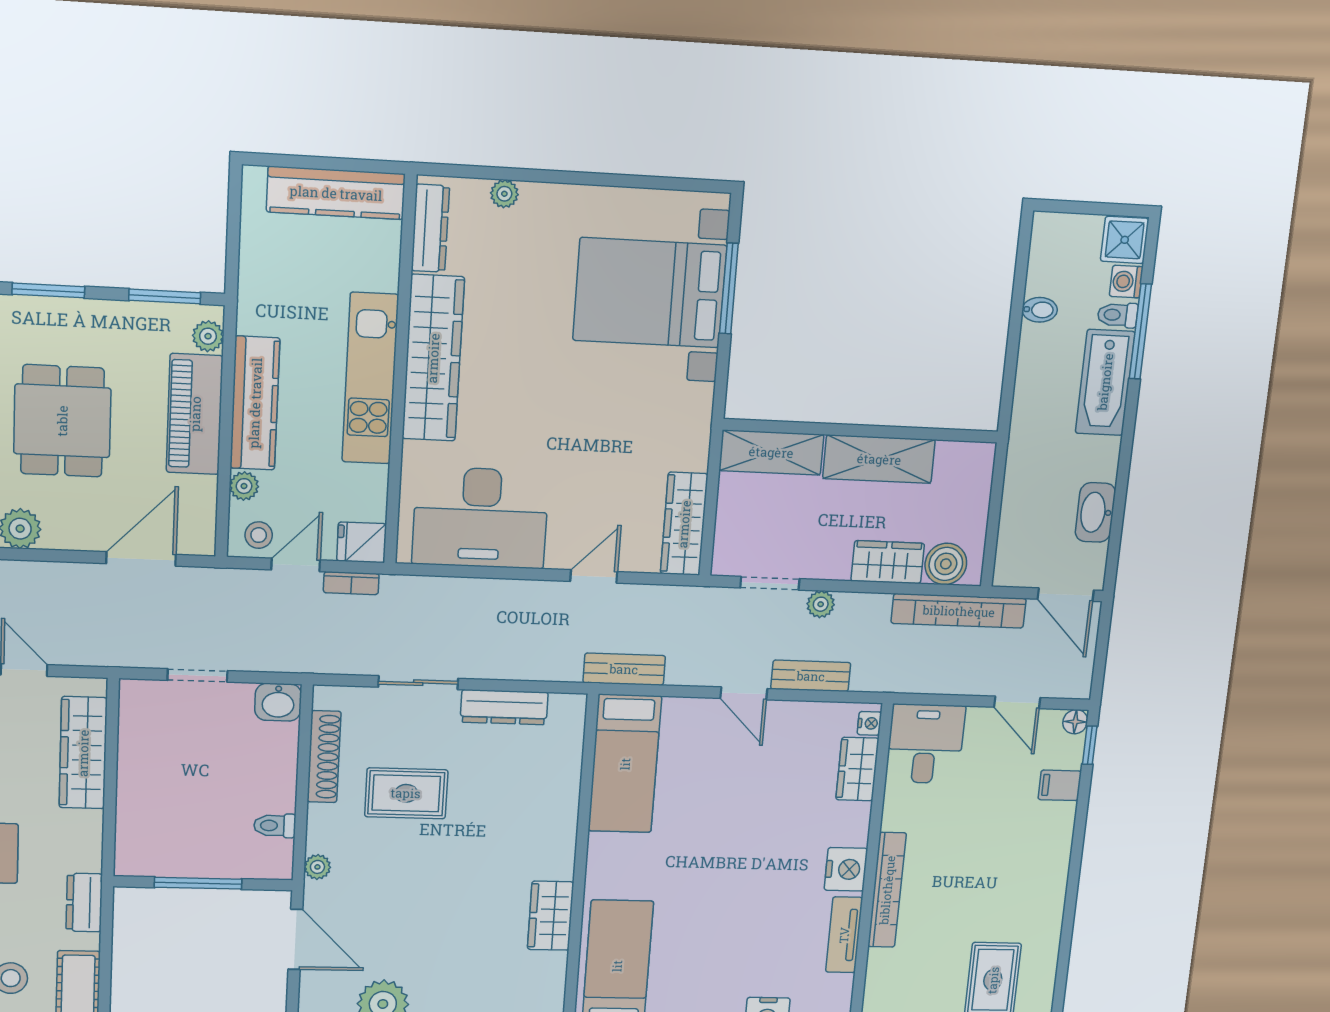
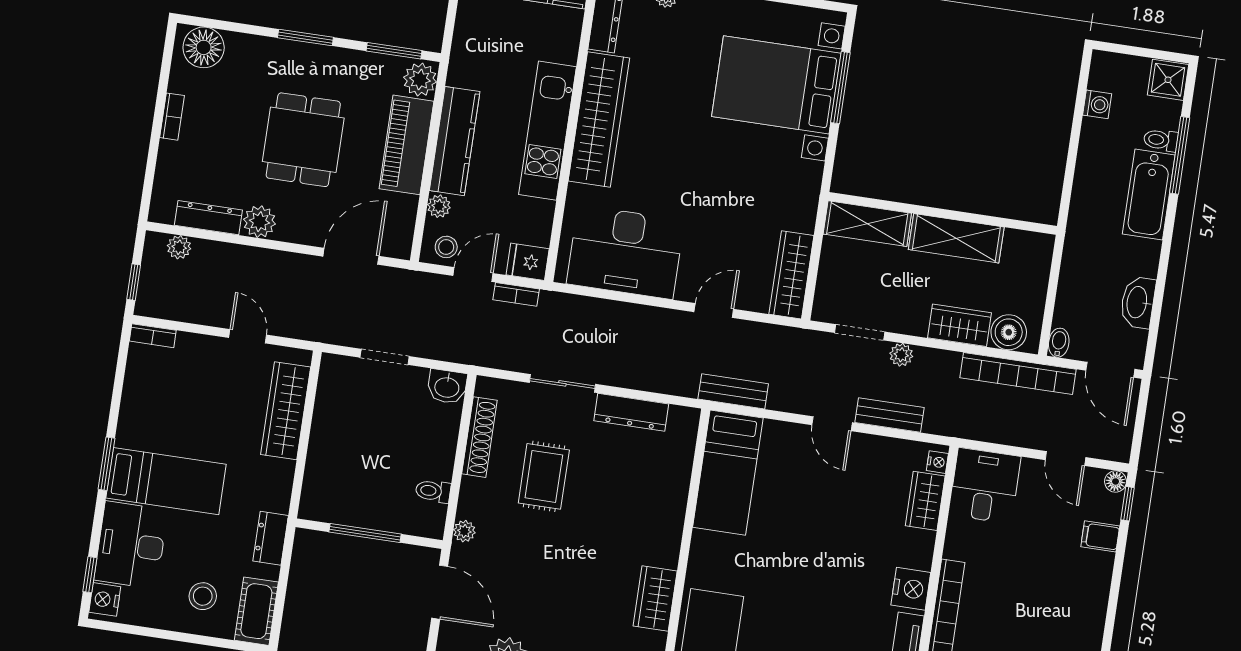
washing machine: (1126, 282) -> (1097, 104), moved, turned 180
bidet: (1040, 310) -> (1059, 343), moved, turned -90
plant: (208, 336) -> (420, 80), width x1.38, depth x1.38
rug: (406, 793) -> (544, 476), turned 90

